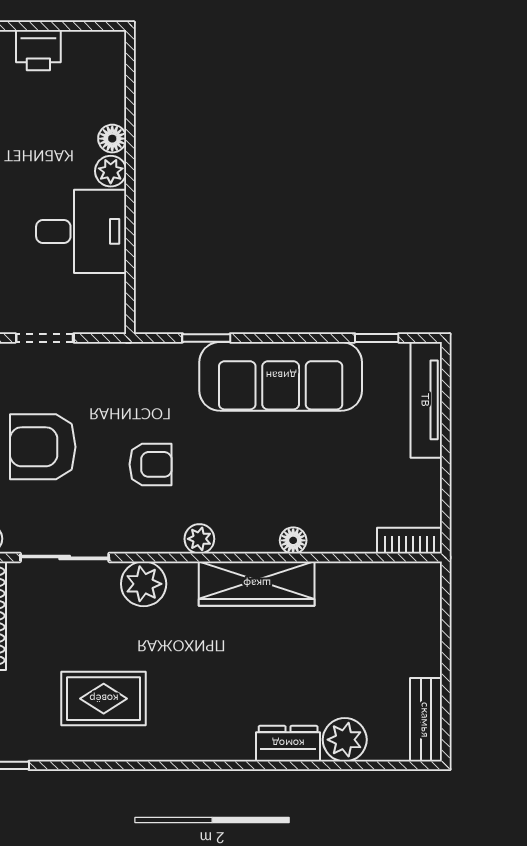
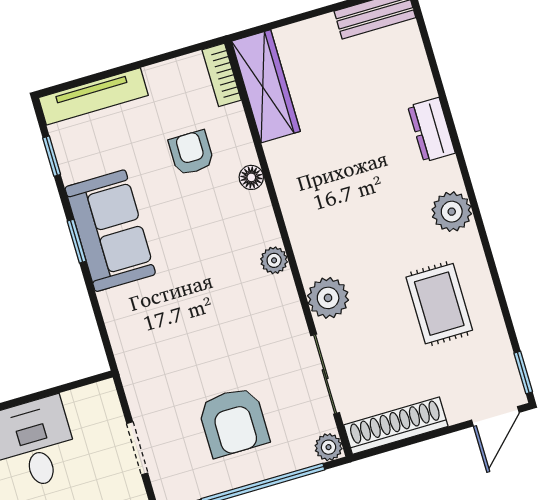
window: (206, 338) -> (77, 241), moved
sofa: (281, 376) -> (110, 231), width x0.73
armchair: (151, 464) -> (191, 153), moved
wardrobe: (257, 584) -> (266, 86), moved
plant: (345, 740) -> (452, 212), moved

